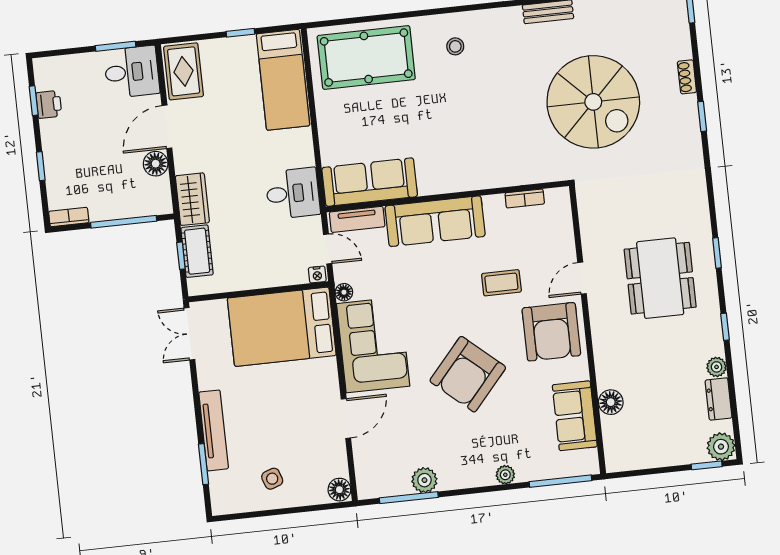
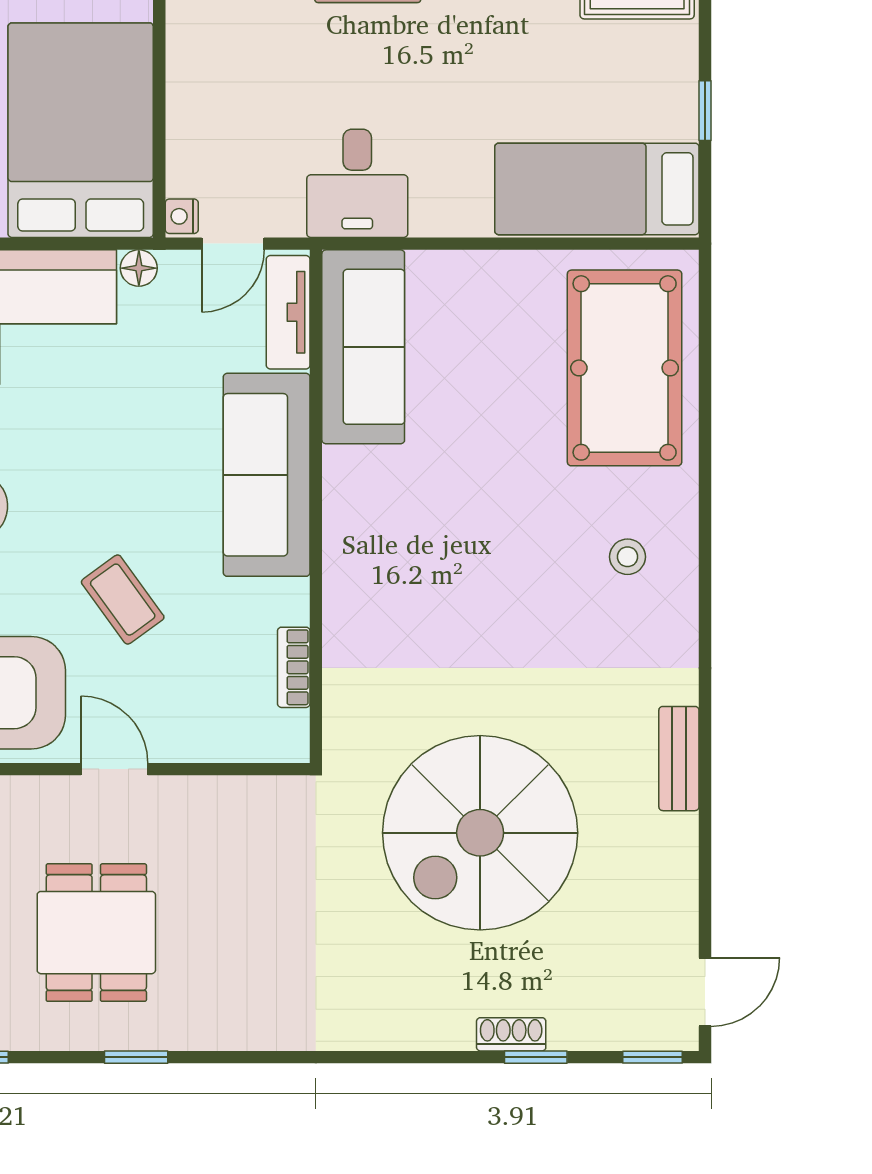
window: (702, 116) -> (536, 1057), moved
dining table: (660, 278) -> (96, 933), width x0.73
coffee table: (501, 283) -> (123, 600), turned -36

